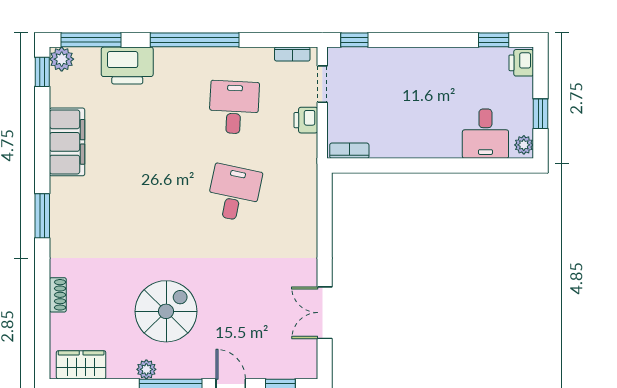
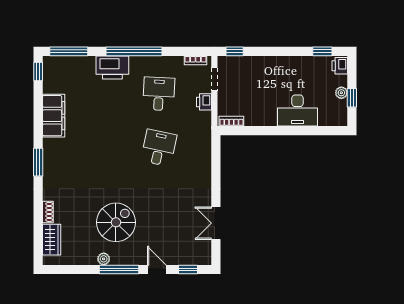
plant: (62, 59) -> (50, 64), removed
printer: (127, 66) -> (112, 67), moved
desk: (485, 134) -> (298, 110), moved, width x1.37
plant: (524, 145) -> (341, 93), moved
wardrobe: (81, 365) -> (52, 240), moved, turned 90

